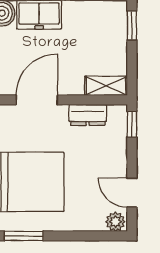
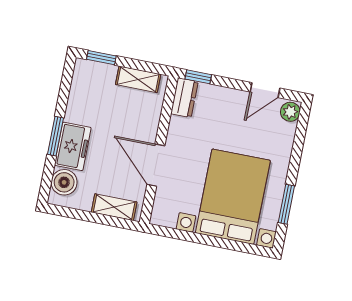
shelving: (106, 86) -> (138, 79), moved, turned 90
dresser: (88, 115) -> (184, 98), moved

